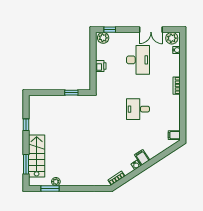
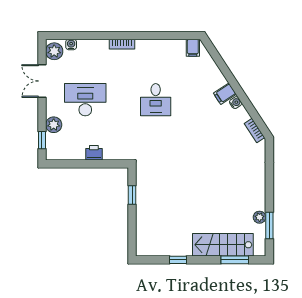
double door: (151, 30) -> (42, 81), swing flipped
plant: (103, 38) -> (54, 125), moved

